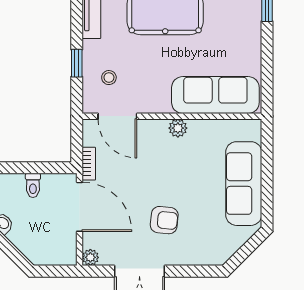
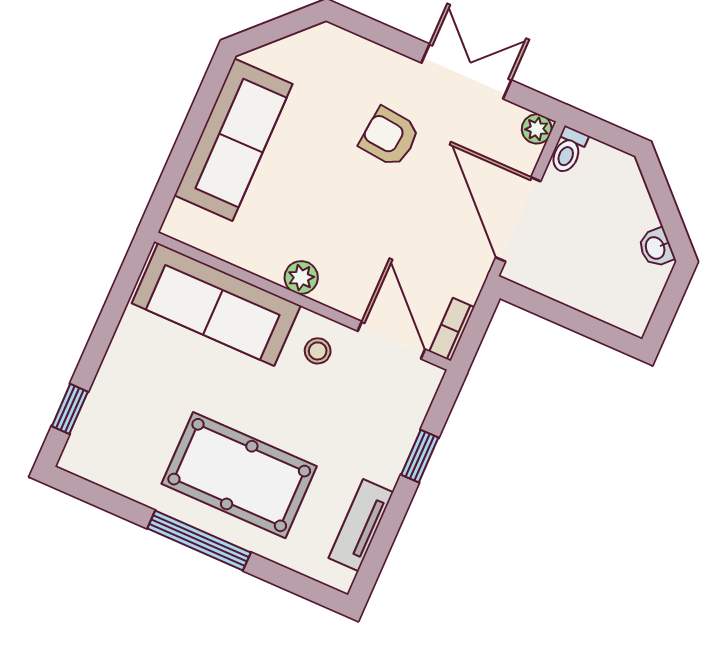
stool: (109, 78) -> (318, 351), moved
bookcase: (89, 164) -> (452, 329), moved
toilet: (33, 185) -> (568, 151), moved, turned 180

